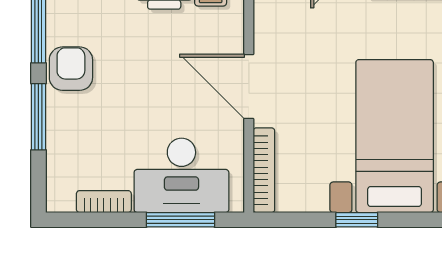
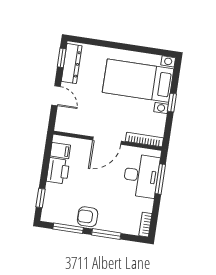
bookcase: (104, 202) -> (145, 225), moved

